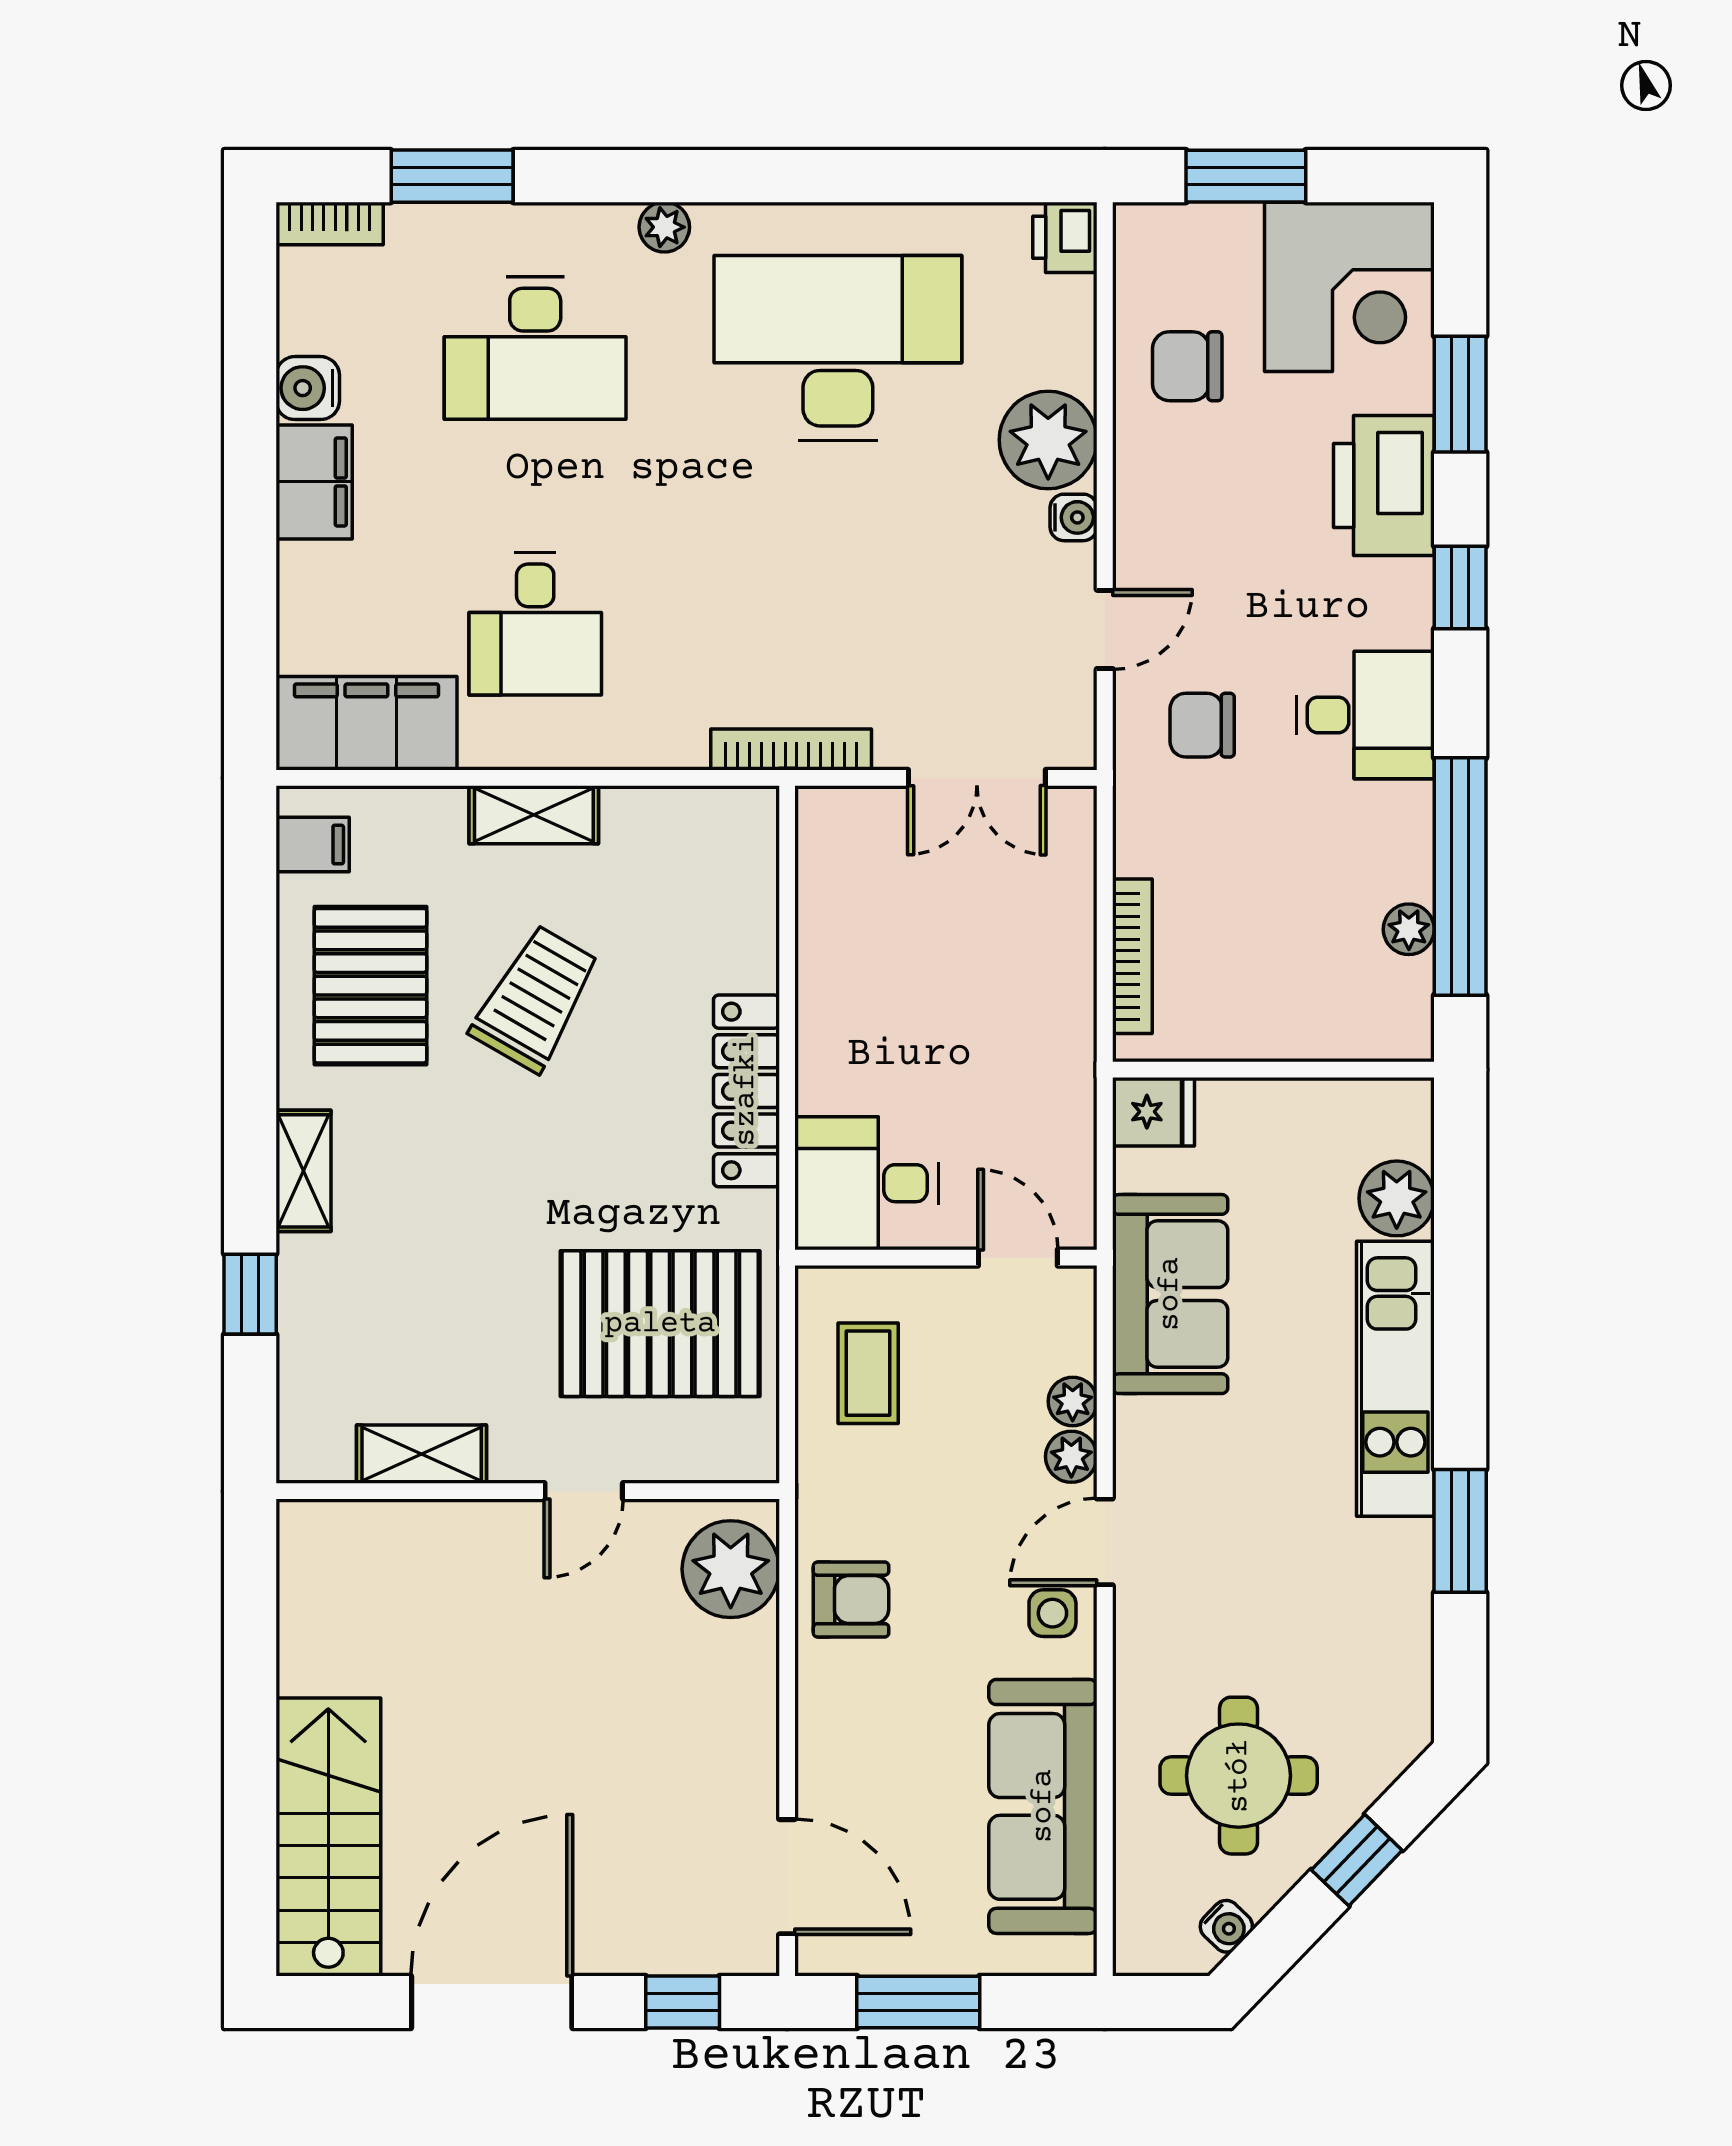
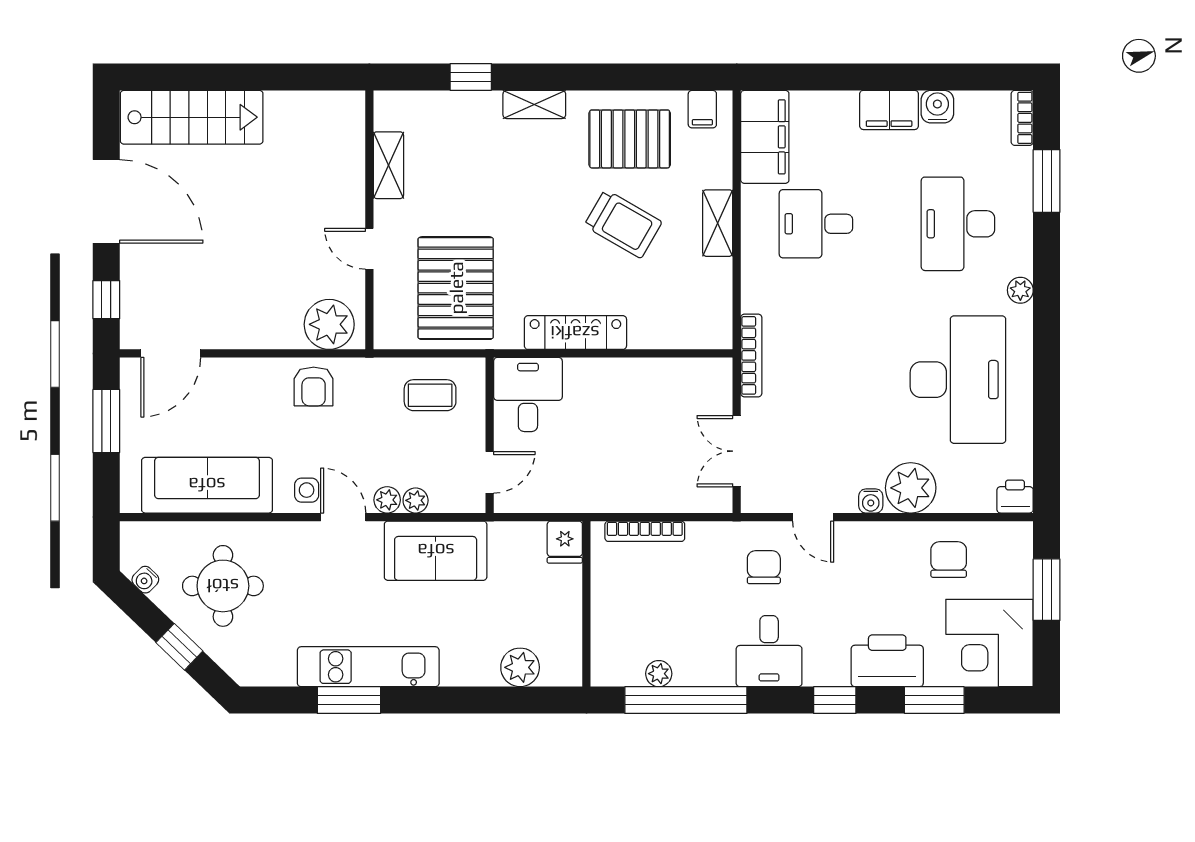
sofa: (1170, 1294) -> (436, 551), moved
kitchen unit: (1395, 1379) -> (368, 667), moved

